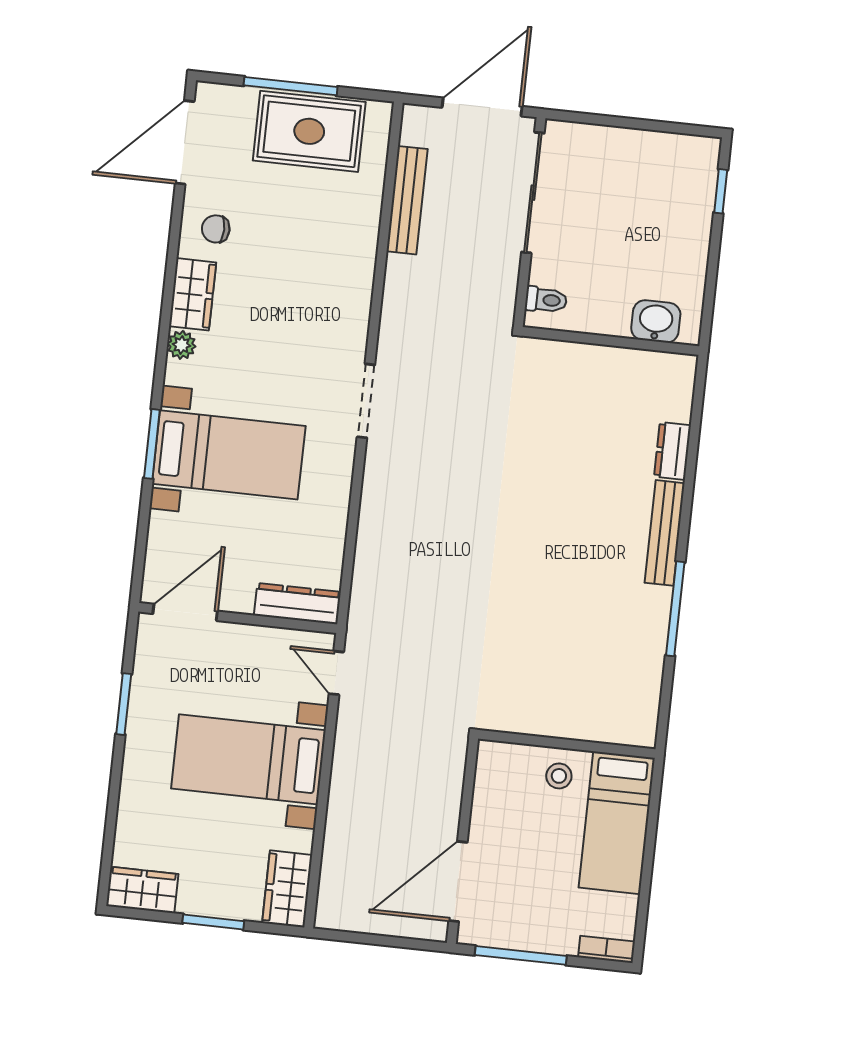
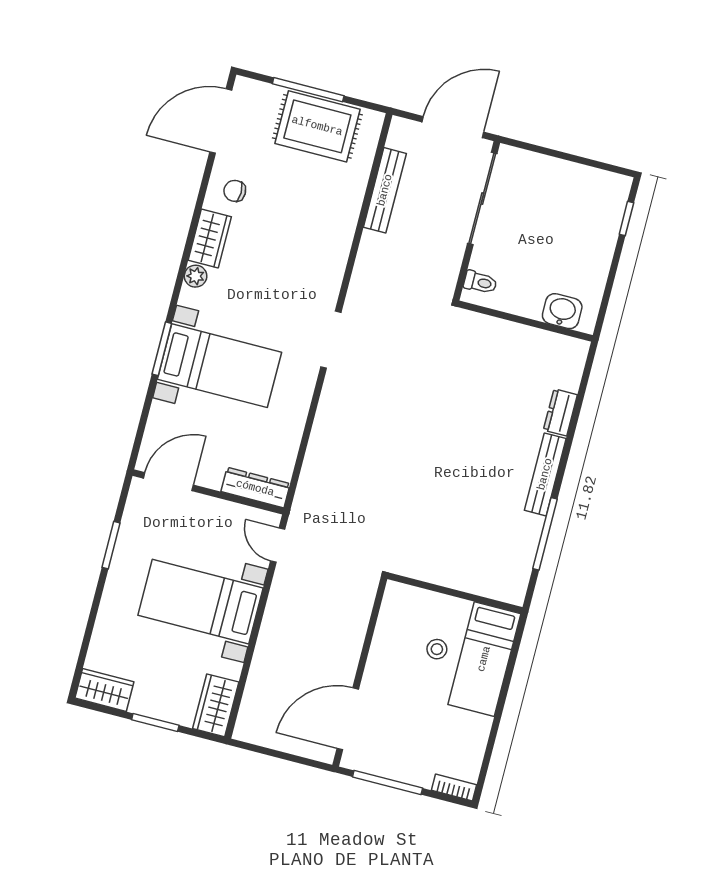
wall: (567, 744) -> (455, 593), moved
bed: (617, 823) -> (484, 659), moved

